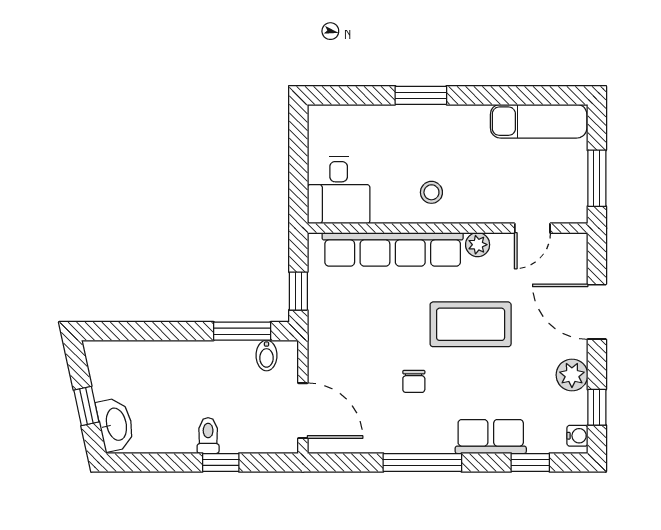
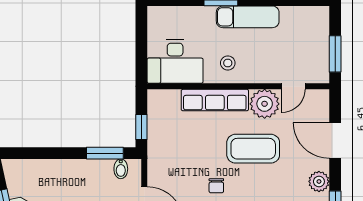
exam couch: (539, 121) -> (248, 17), moved
desk: (339, 190) -> (175, 61), width x1.37
plant: (478, 245) -> (265, 104), width x1.87, depth x1.87
row of seats: (393, 249) -> (215, 100), width x0.73

